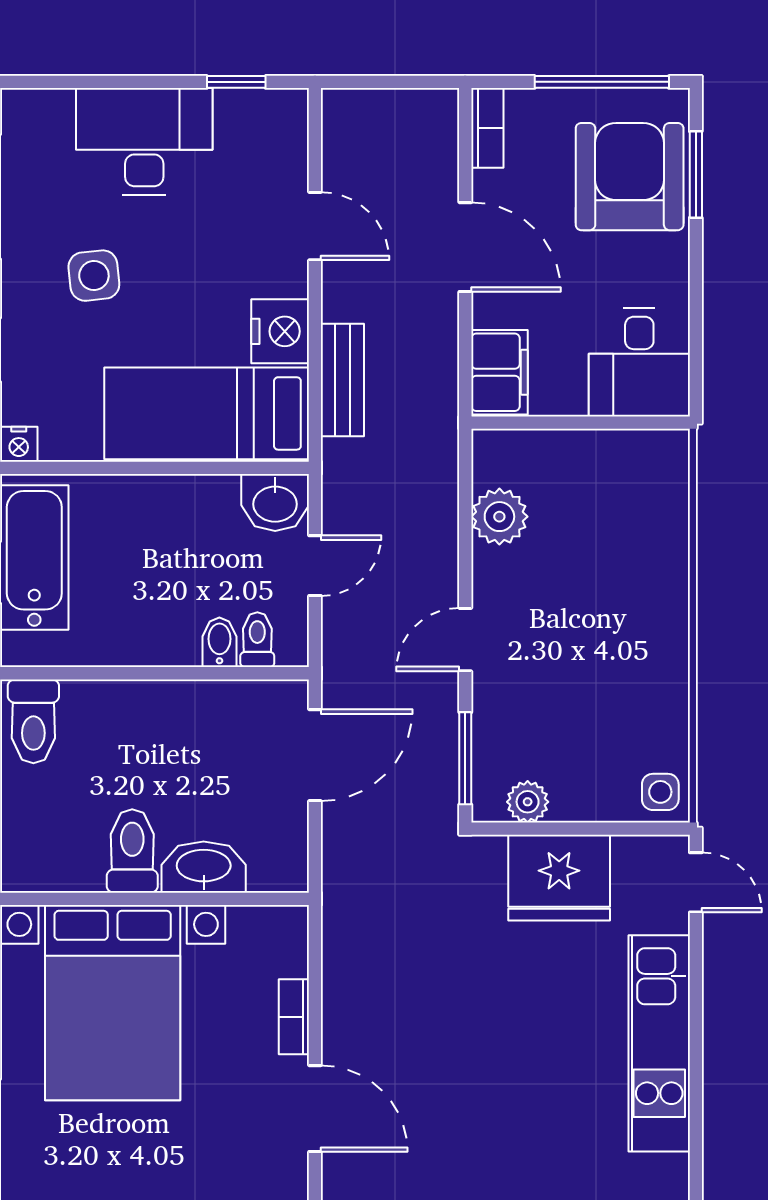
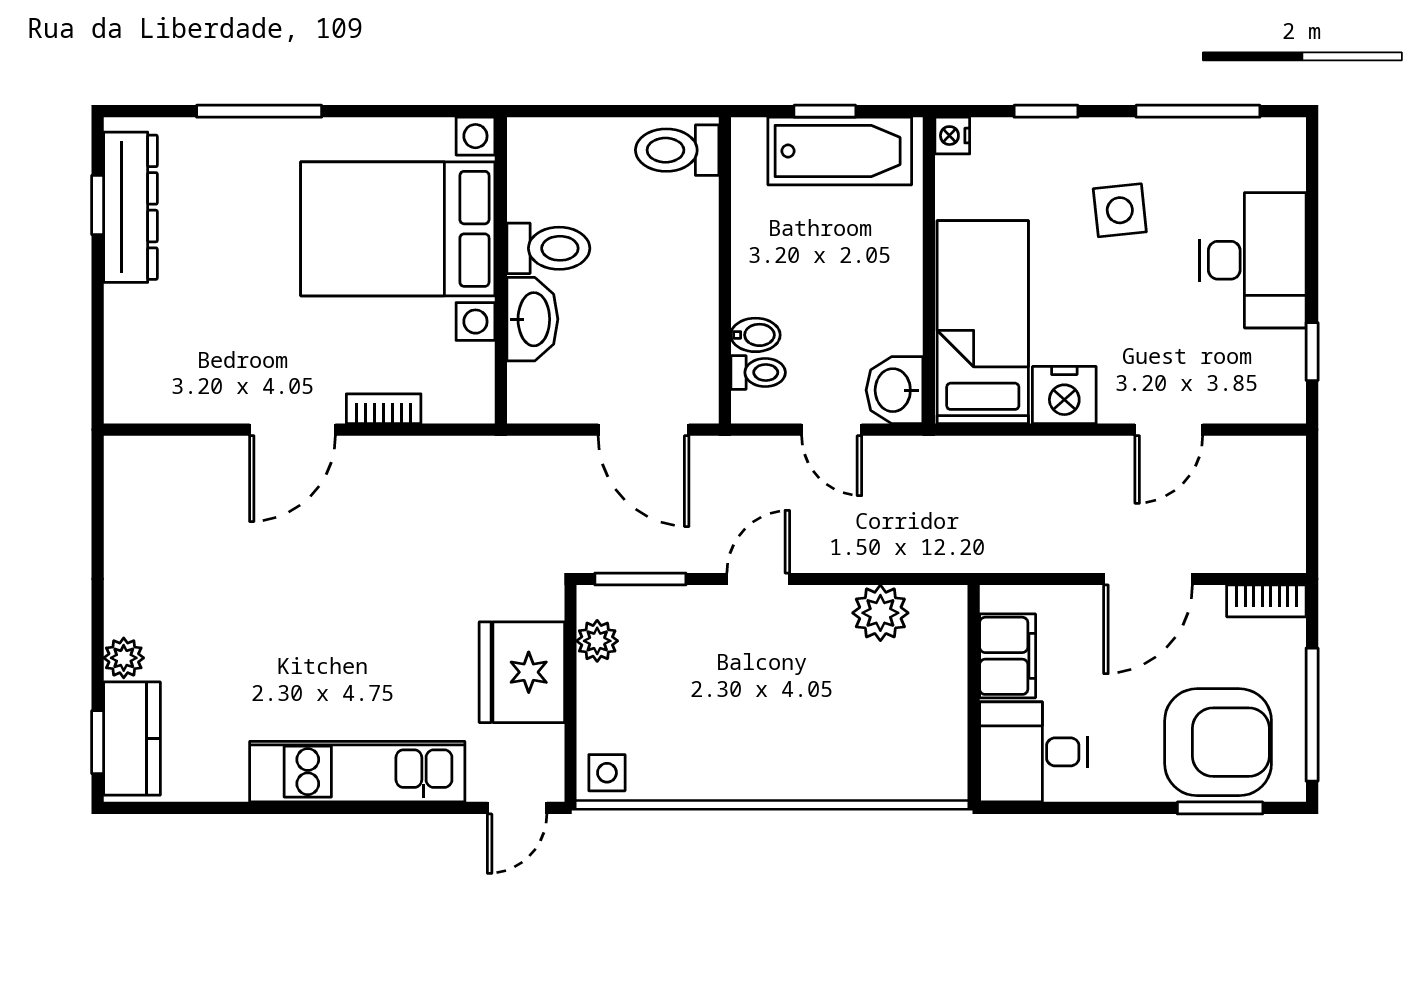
filing cabinet: (499, 372) -> (1008, 656), moved, turned -90
bench: (342, 380) -> (1016, 457), removed
door: (465, 640) -> (758, 579), hinge flipped

